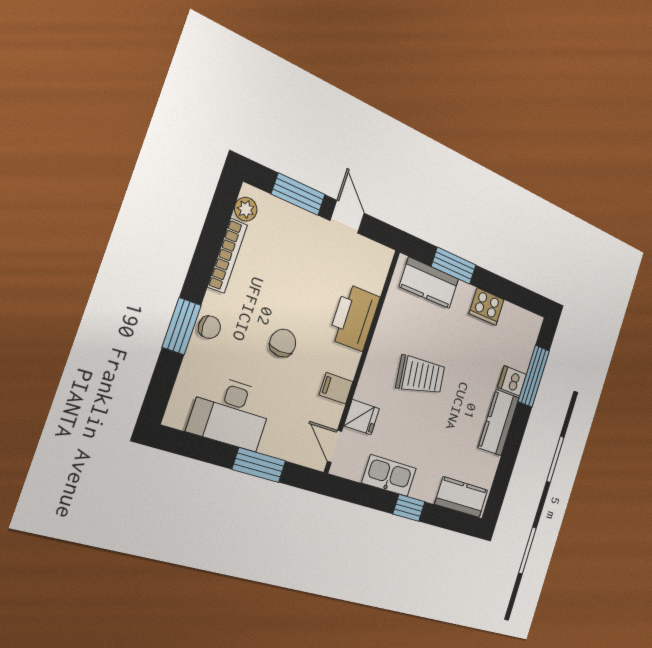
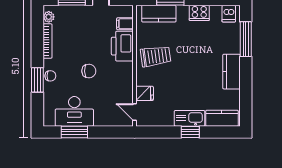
chair: (283, 343) -> (89, 71), turned 86
trolley: (421, 375) -> (156, 56), moved
dishwasher: (512, 381) -> (229, 14), moved, turned -90
filing cabinet: (336, 388) -> (125, 24), moved
window: (259, 465) -> (74, 132), moved
kitchen sink: (389, 476) -> (190, 118), moved

